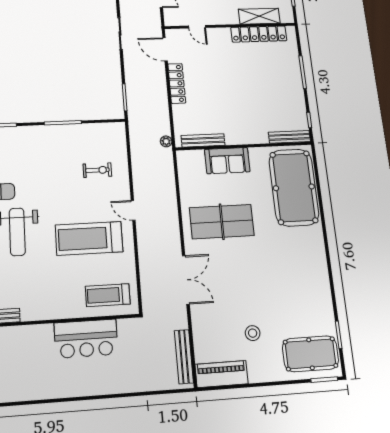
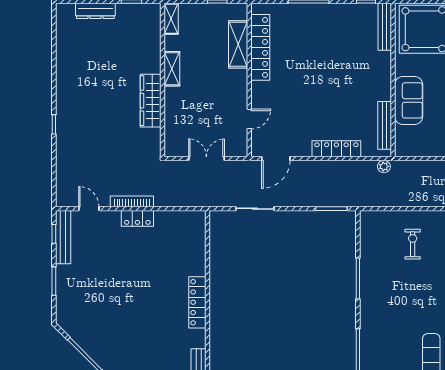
locker: (177, 83) -> (336, 149), moved

